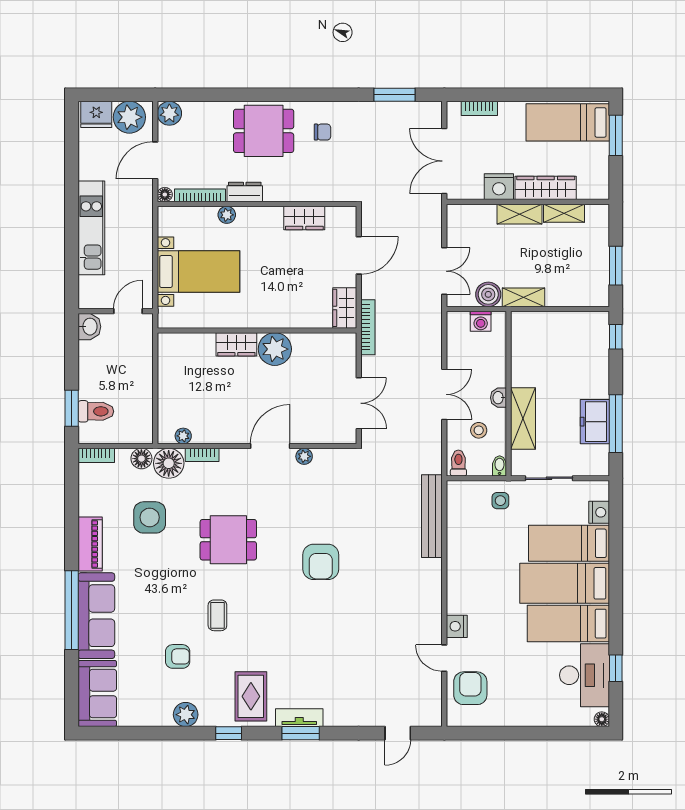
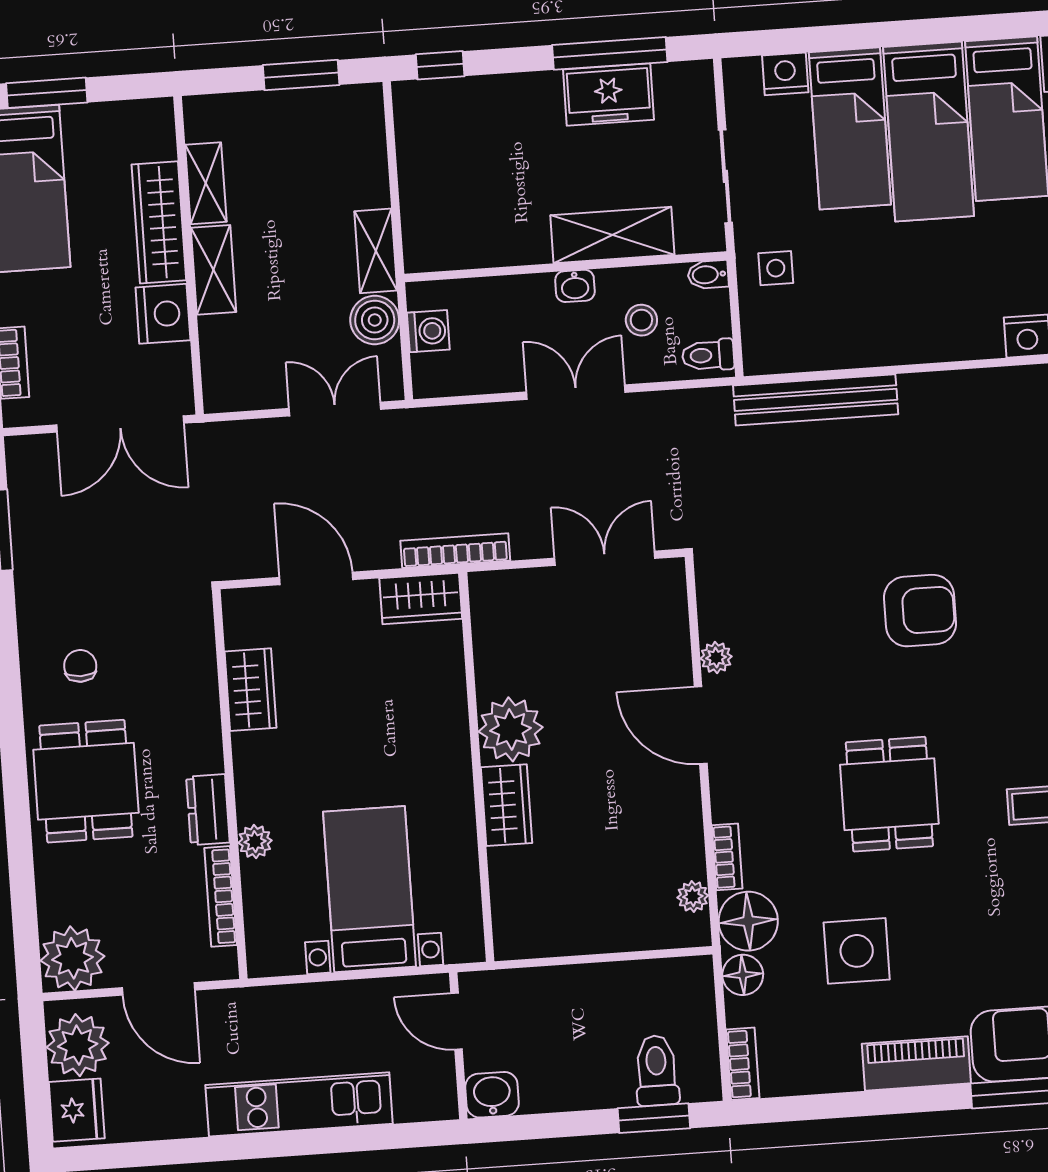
plant: (169, 113) -> (72, 958), width x1.36, depth x1.36
floor lamp: (165, 195) -> (224, 965), removed

